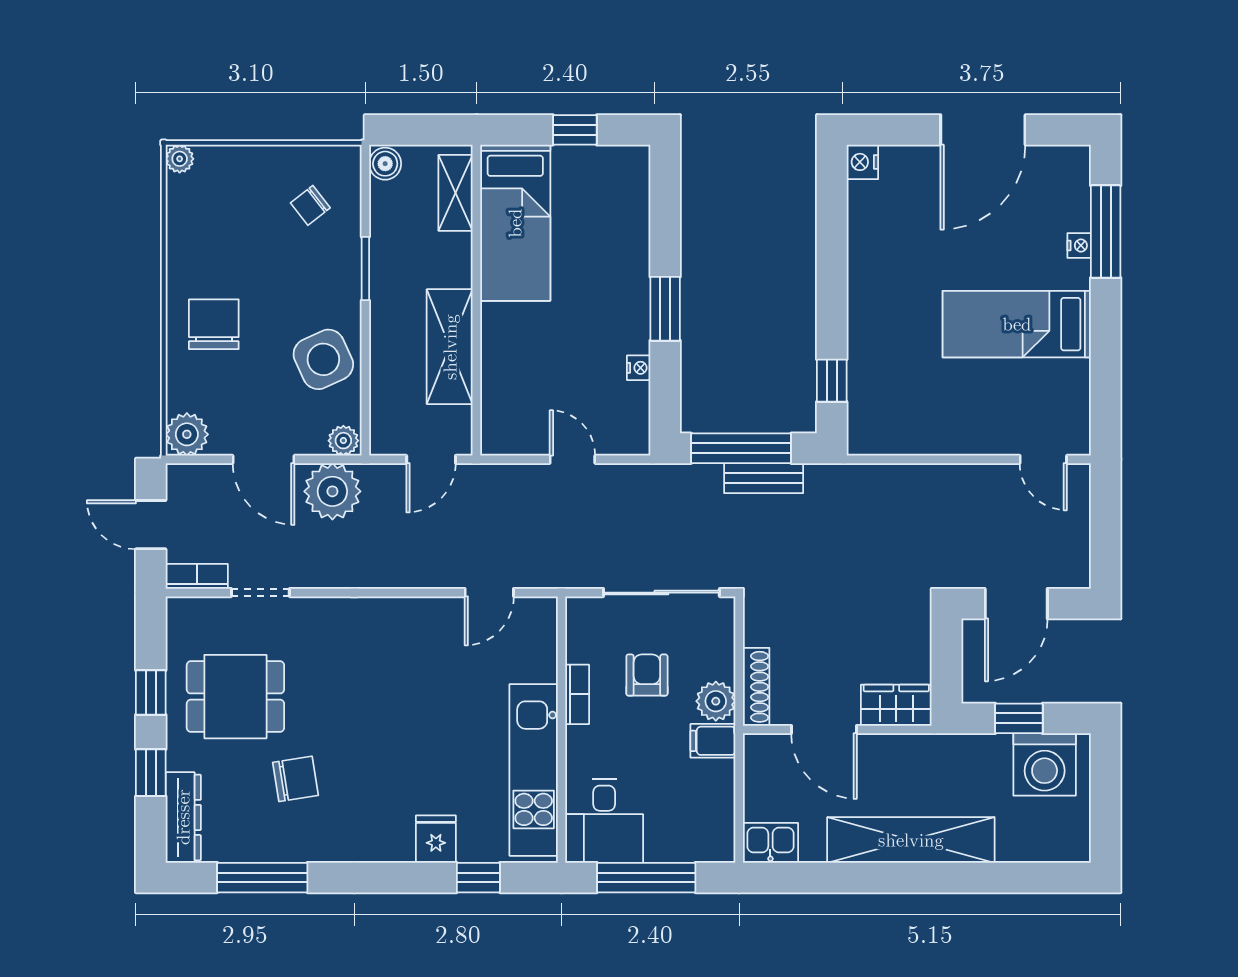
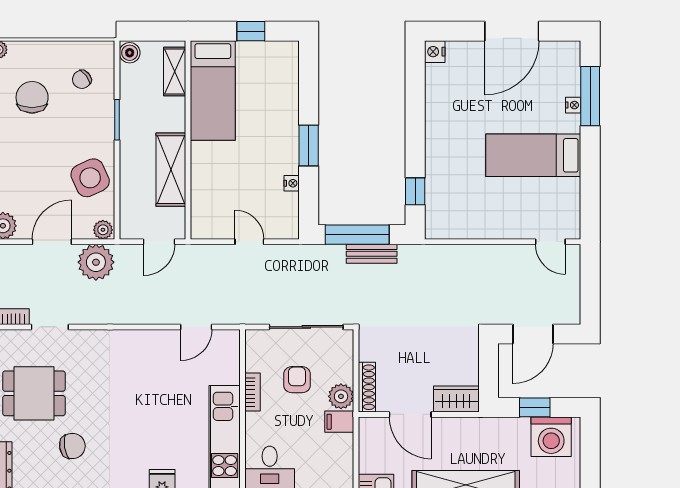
chair: (214, 324) -> (32, 97), moved
door: (264, 459) -> (52, 242), swing flipped

